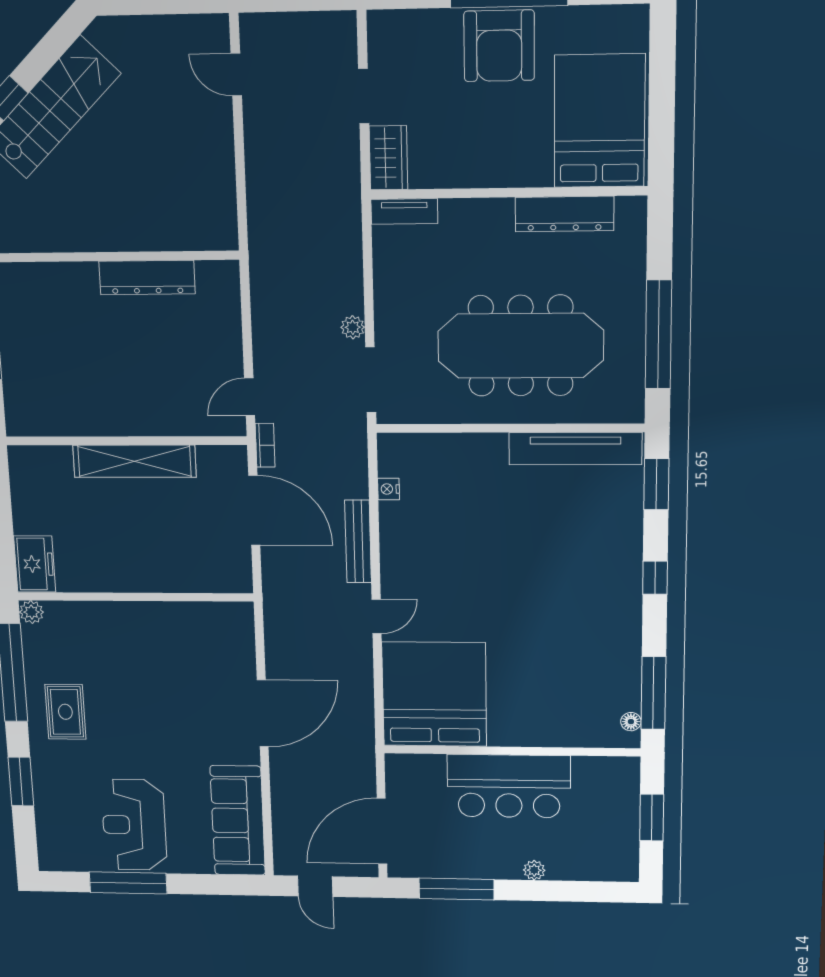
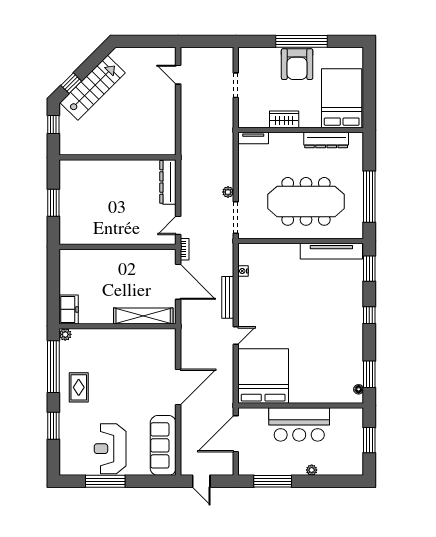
wardrobe: (388, 158) -> (284, 119), moved, turned -90
dresser: (147, 278) -> (168, 182), moved, turned 90
shelving: (134, 461) -> (143, 316), moved
window: (653, 693) -> (369, 374), width x0.69
door: (382, 831) -> (236, 434), moved

